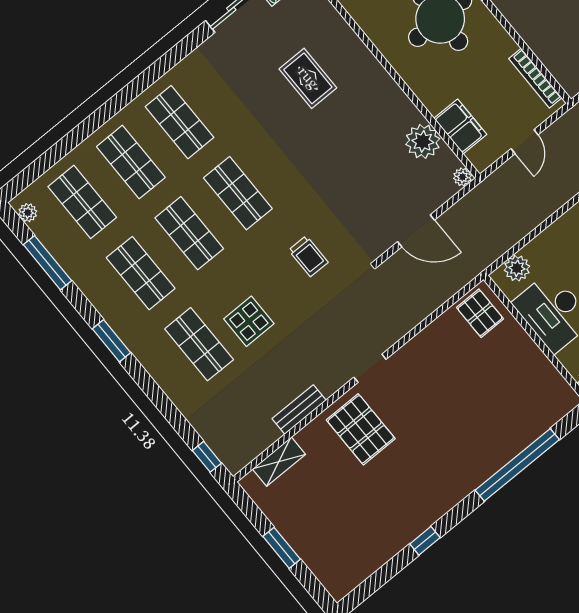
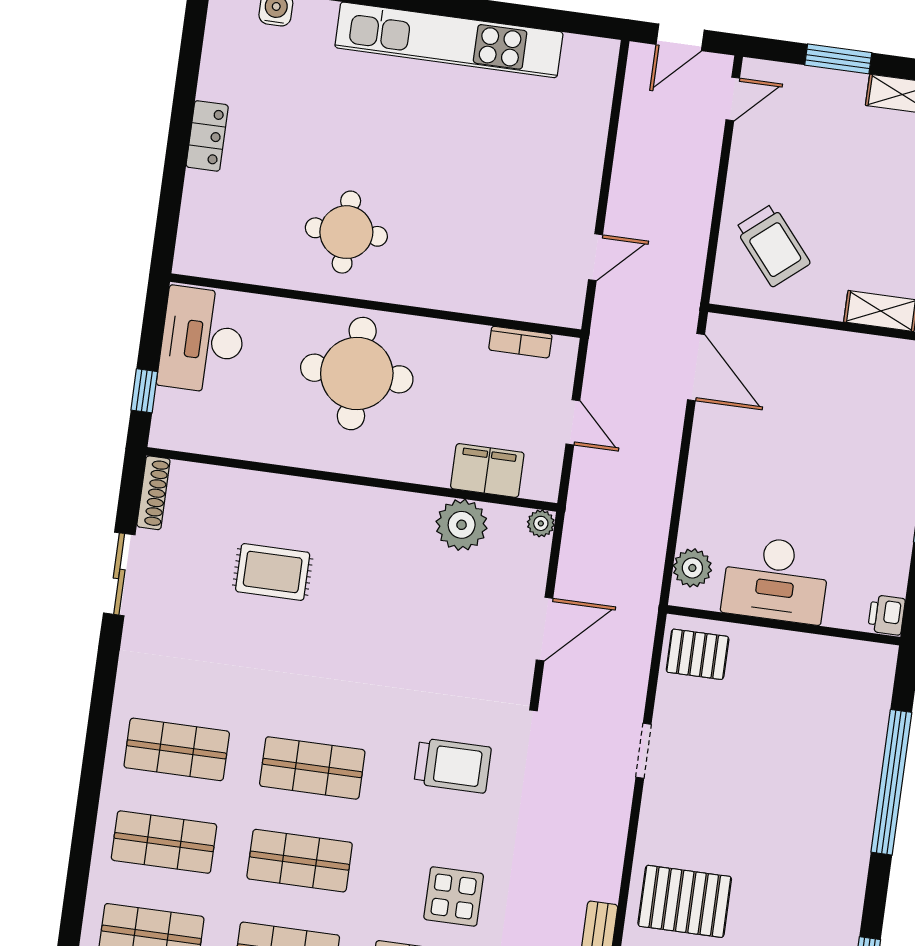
bookcase: (535, 78) -> (520, 342), width x0.64
trolley: (308, 256) -> (453, 766), width x1.36, depth x1.39
doorway: (370, 368) -> (643, 751), moved

